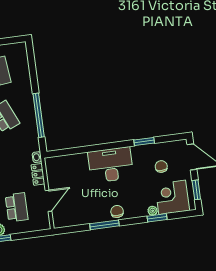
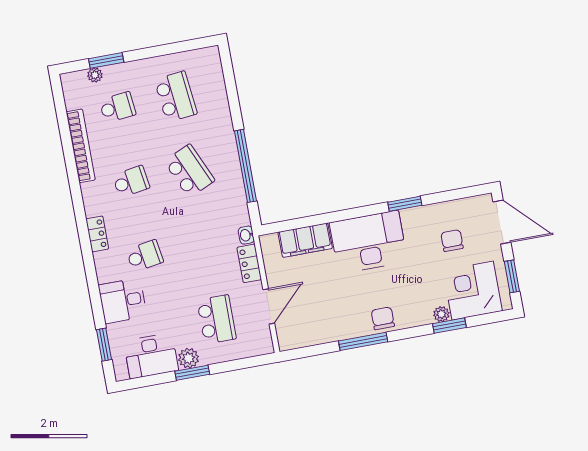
window: (144, 142) -> (405, 204), moved
filing cabinet: (72, 162) -> (305, 240), added

